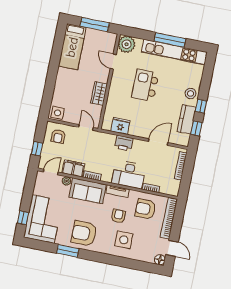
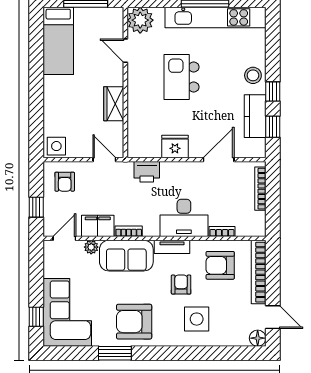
fridge: (120, 126) -> (175, 147), moved
printer: (124, 143) -> (147, 172), moved

